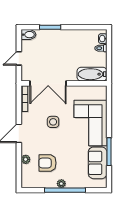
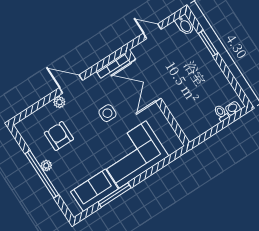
bathtub: (92, 74) -> (187, 122), removed
plant: (26, 159) -> (59, 102), moved

